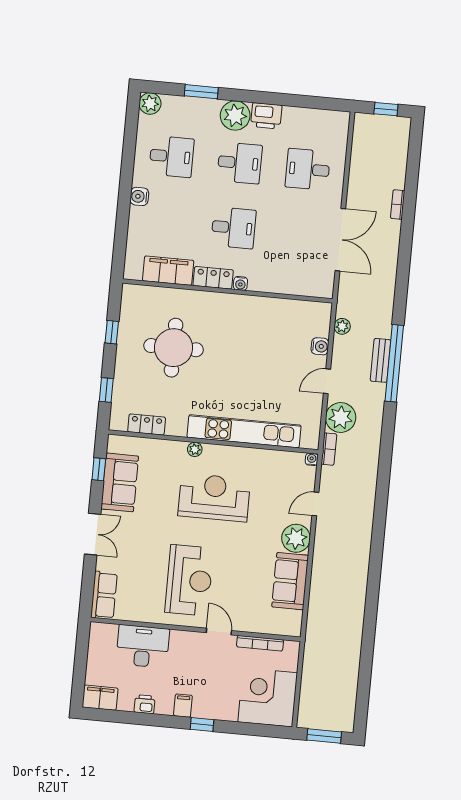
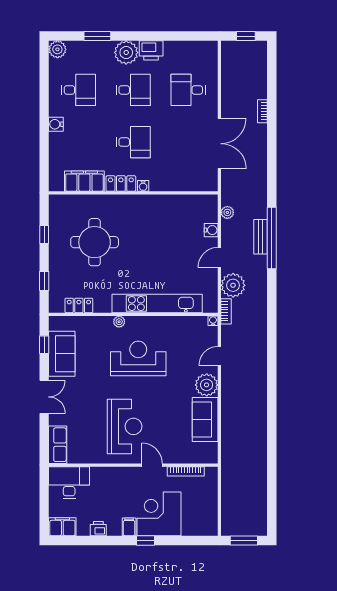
desk: (143, 646) -> (69, 483), moved
corner desk: (268, 697) -> (159, 514), moved

